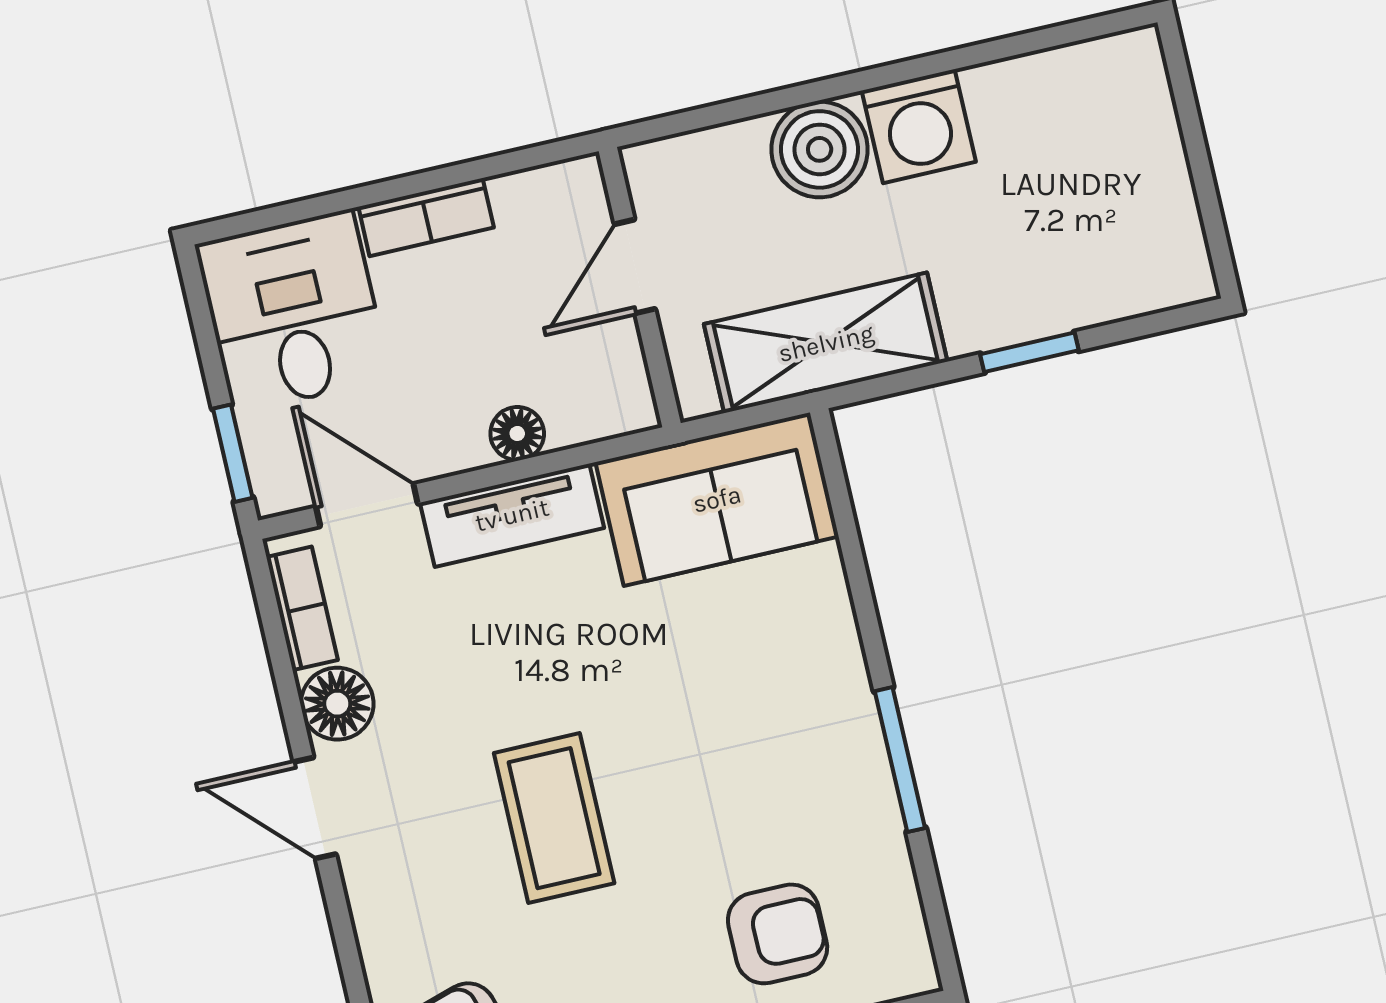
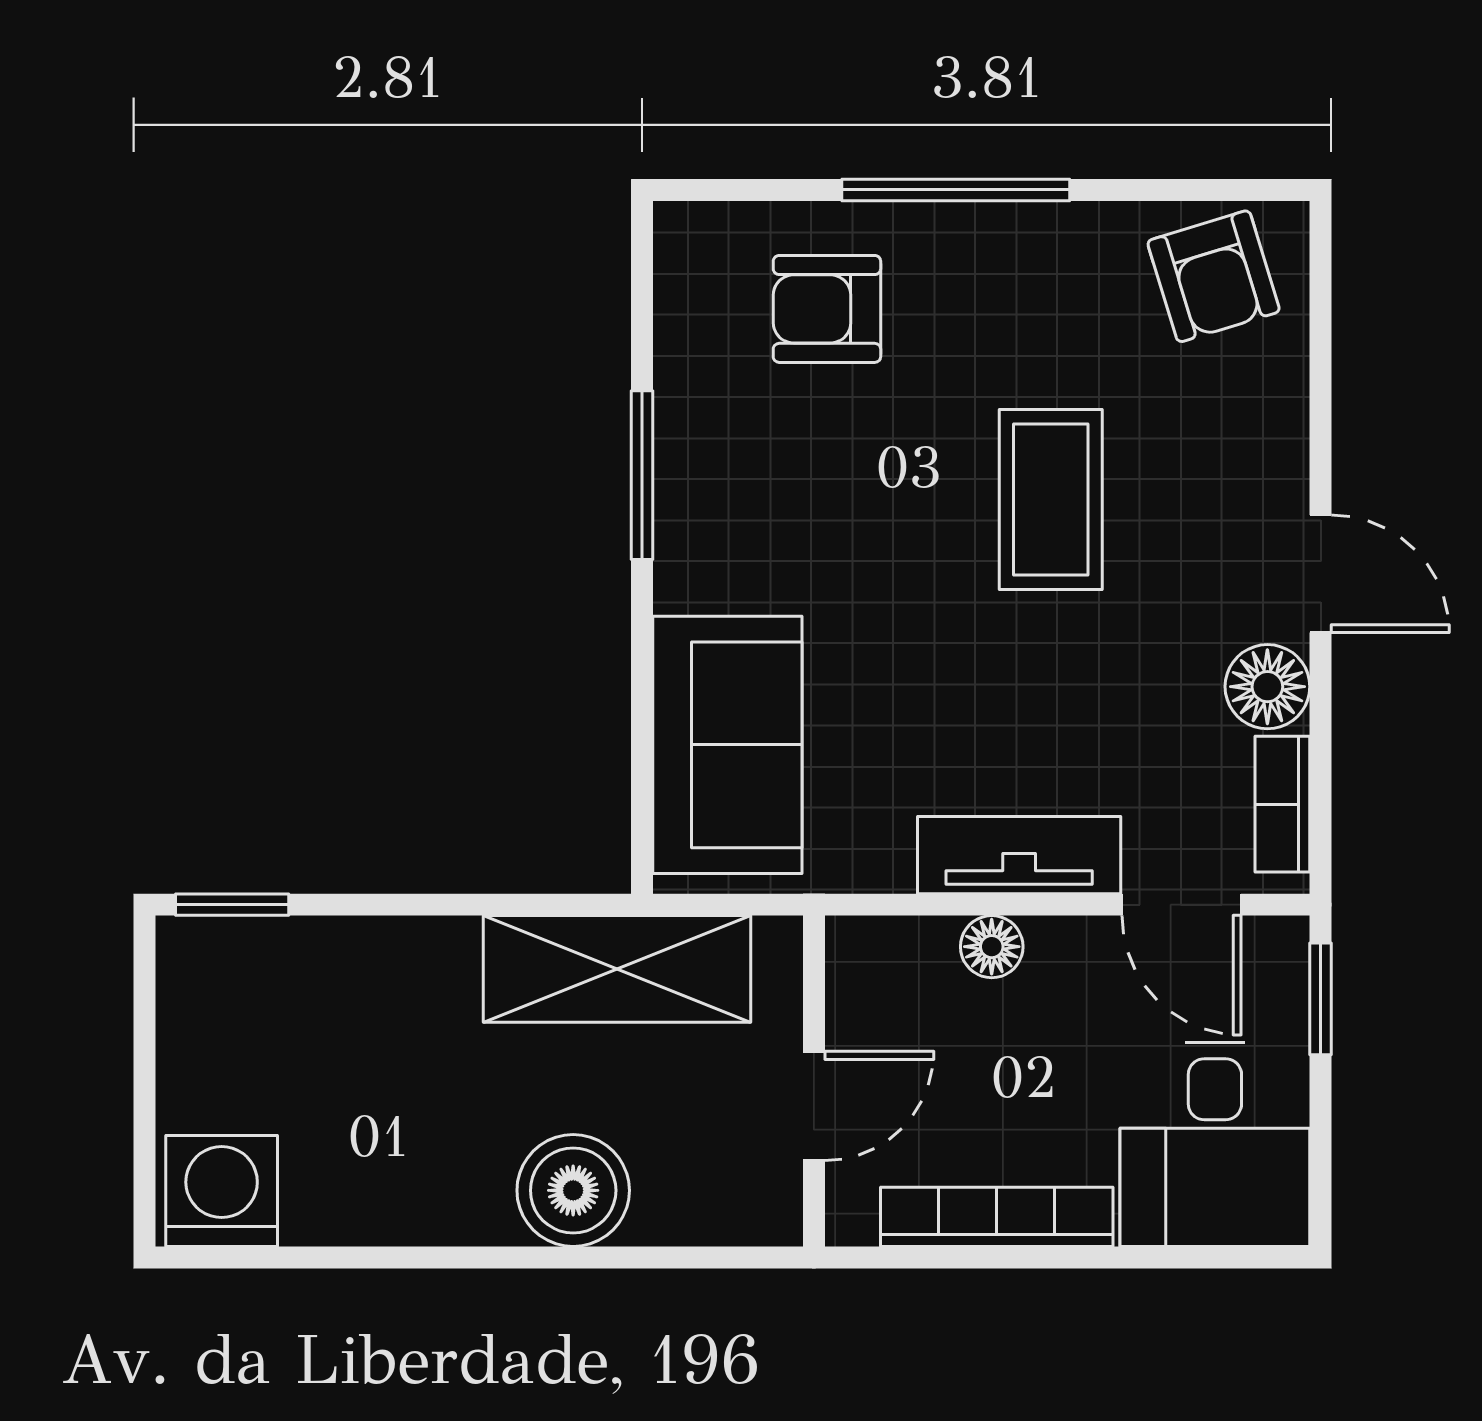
washing machine: (919, 126) -> (222, 1191), moved
bookcase: (426, 217) -> (997, 1217), width x1.56
window: (1029, 352) -> (232, 905), moved
sofa: (717, 499) -> (727, 745), moved, turned 90

